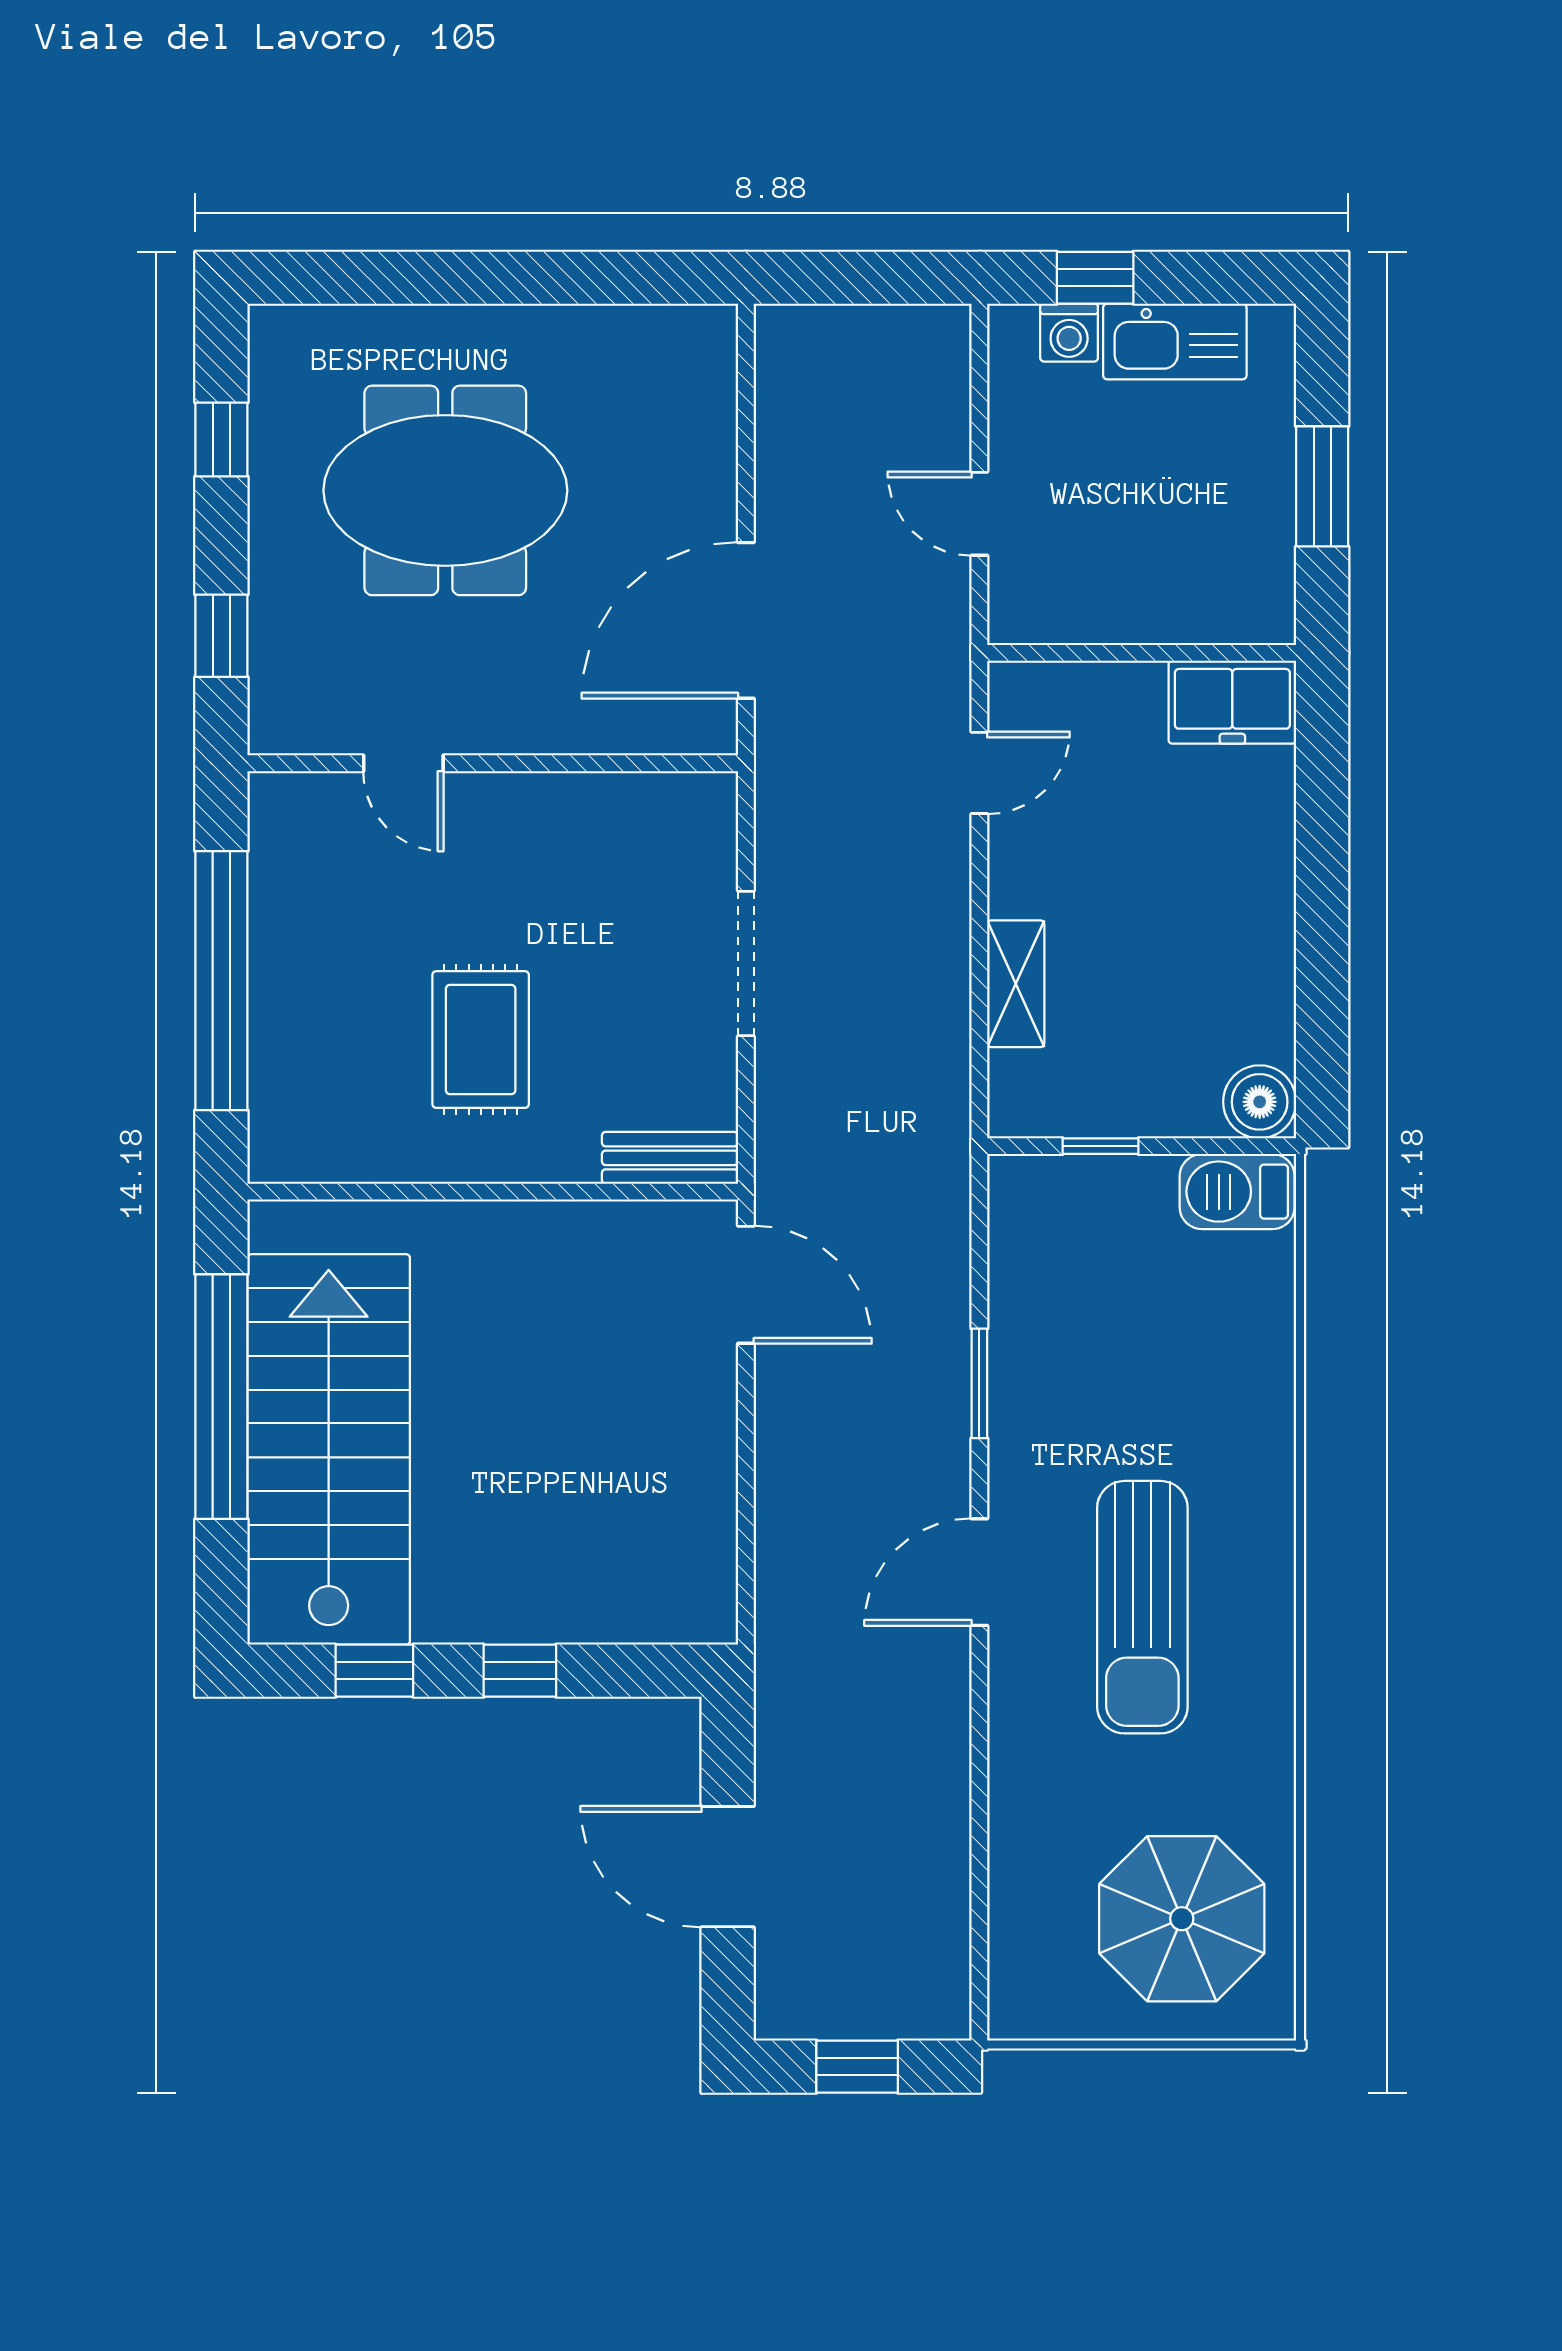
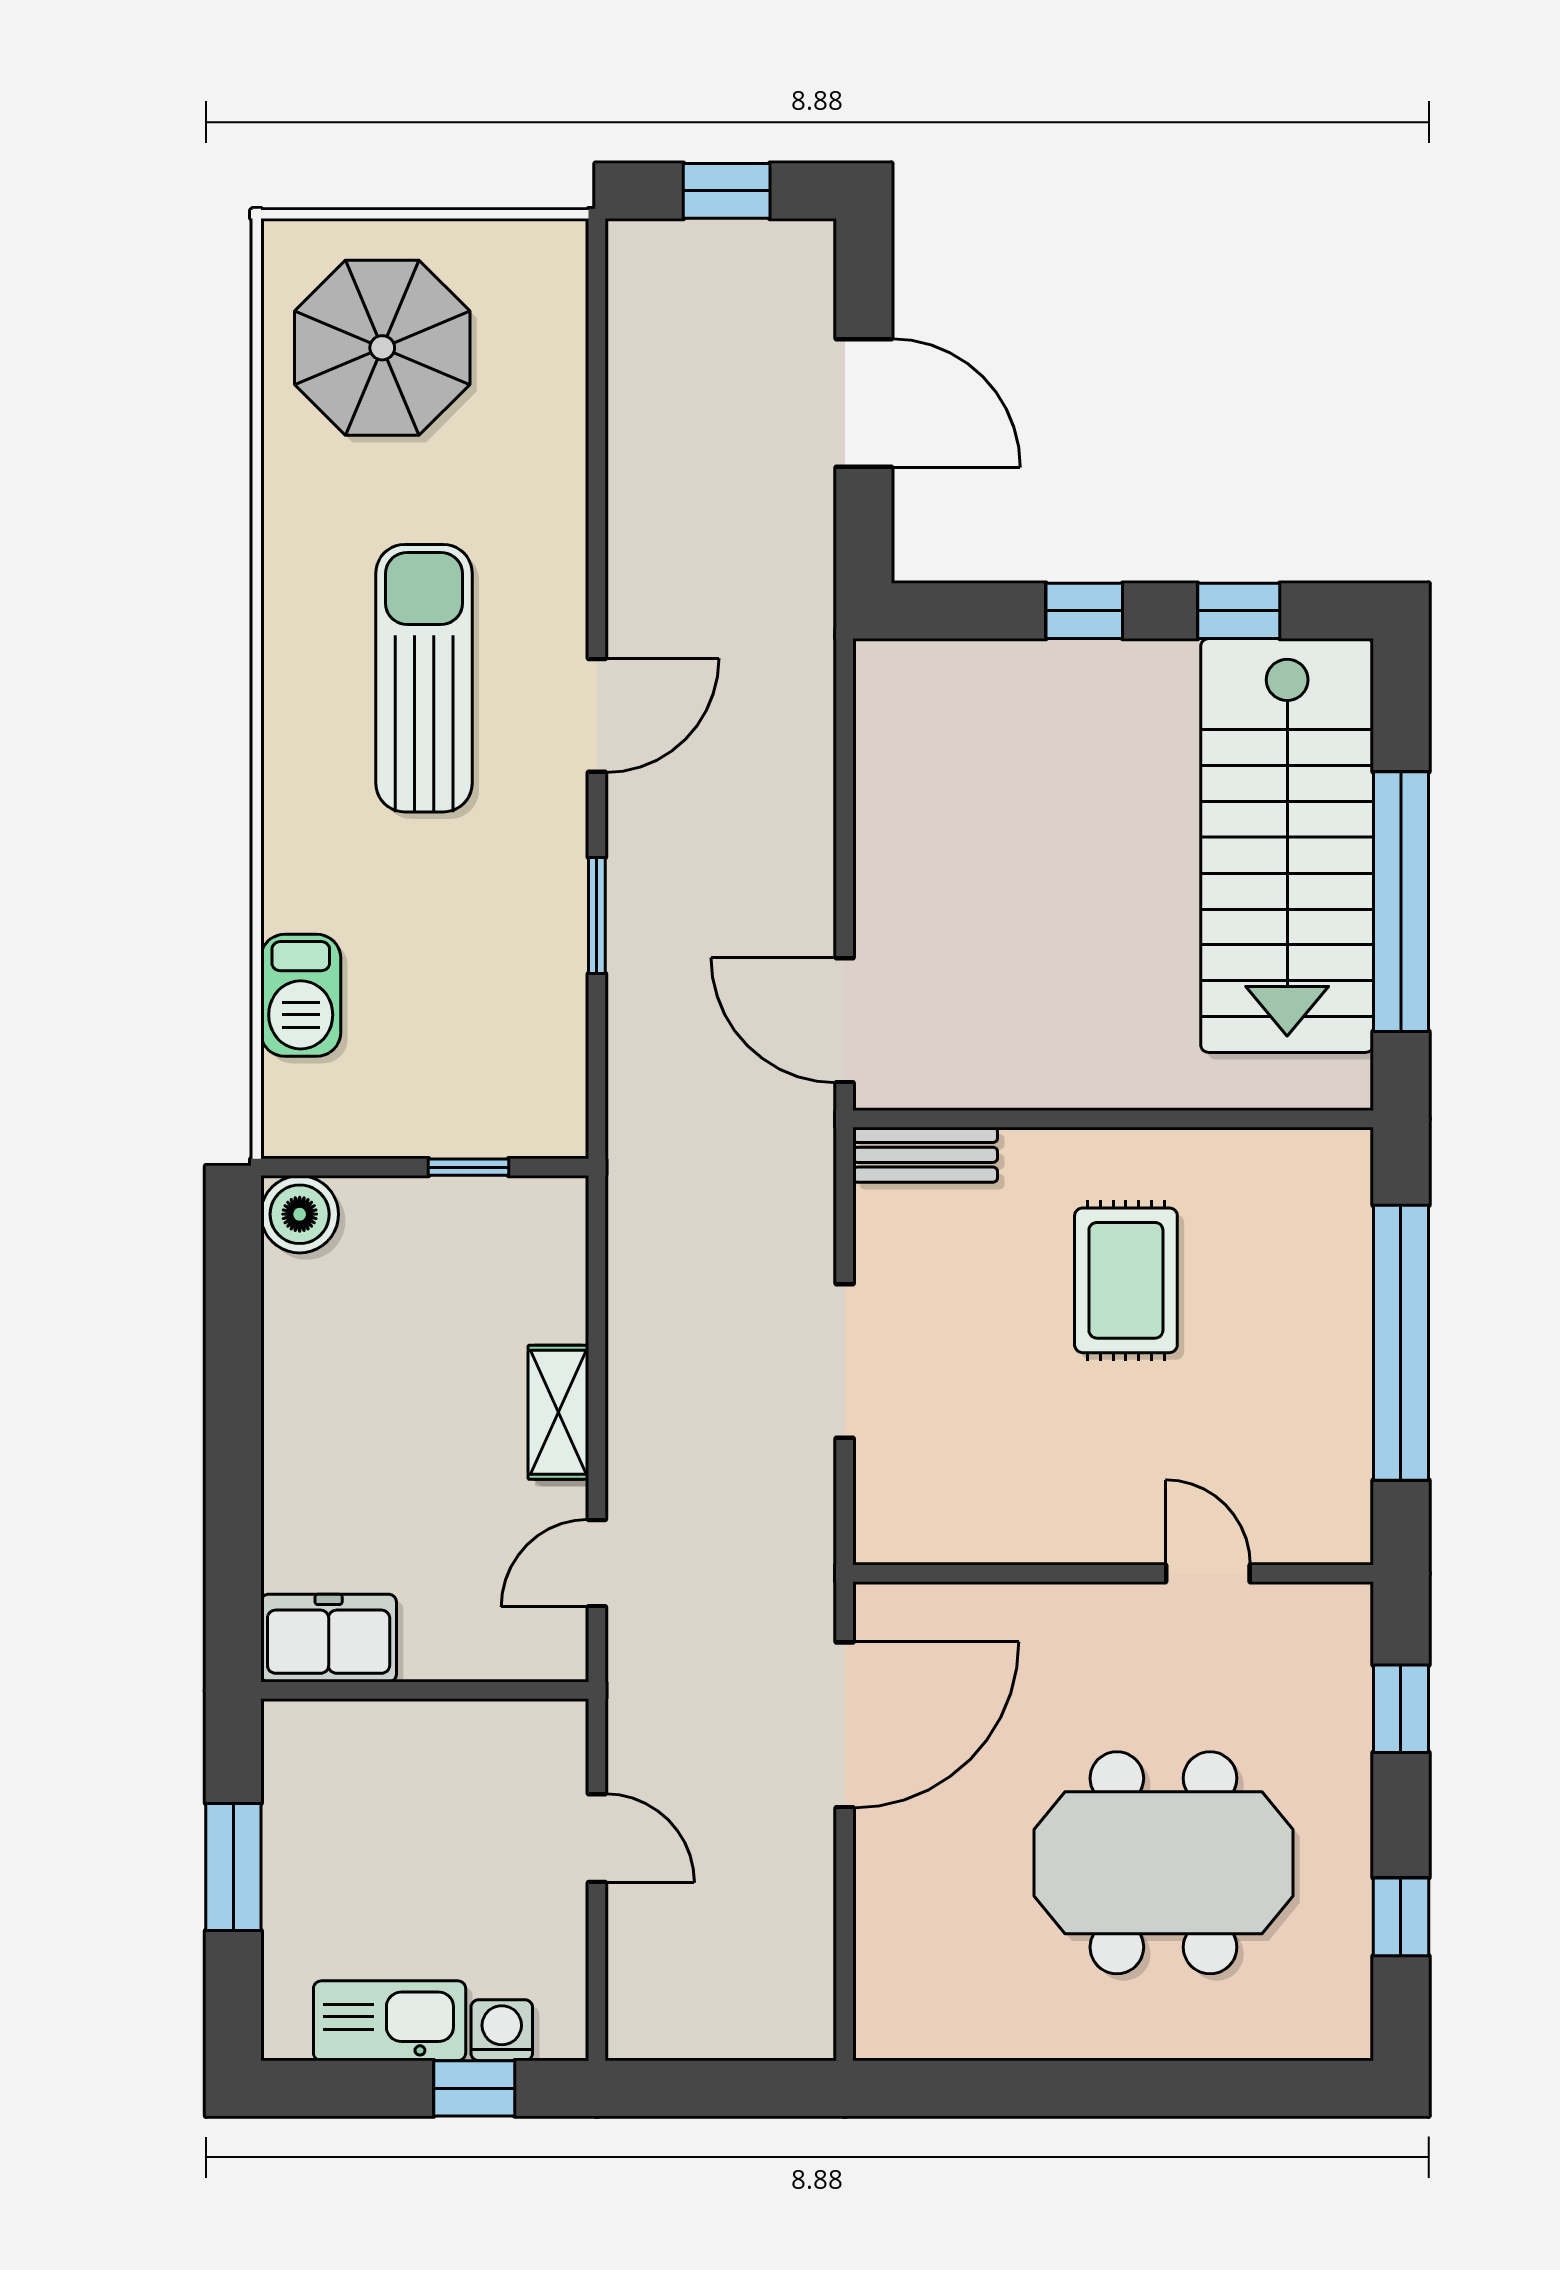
shelving: (1016, 984) -> (558, 1412), moved
barbecue: (1237, 1192) -> (301, 995), moved, turned 90

